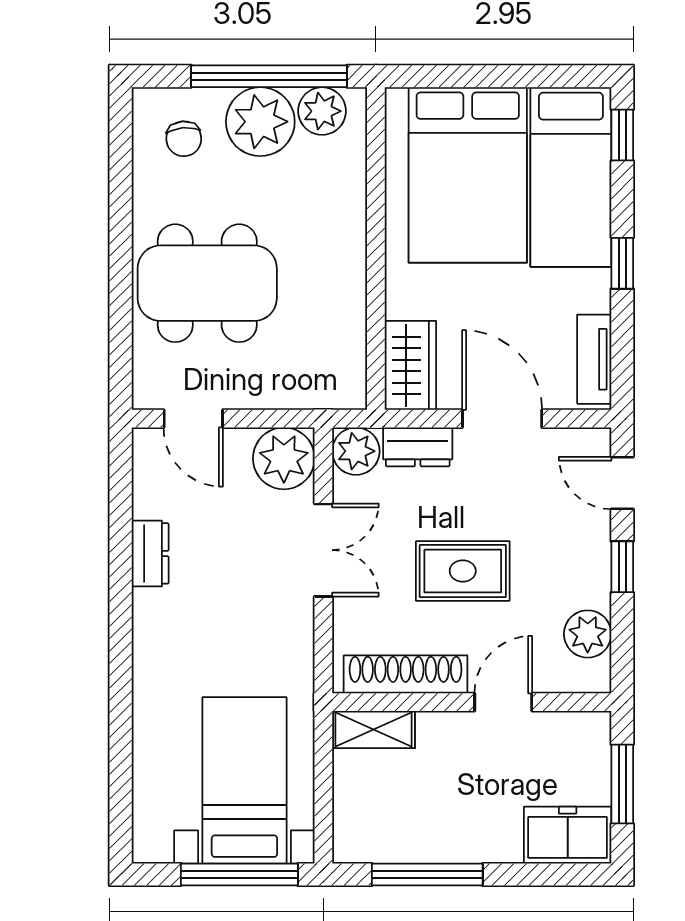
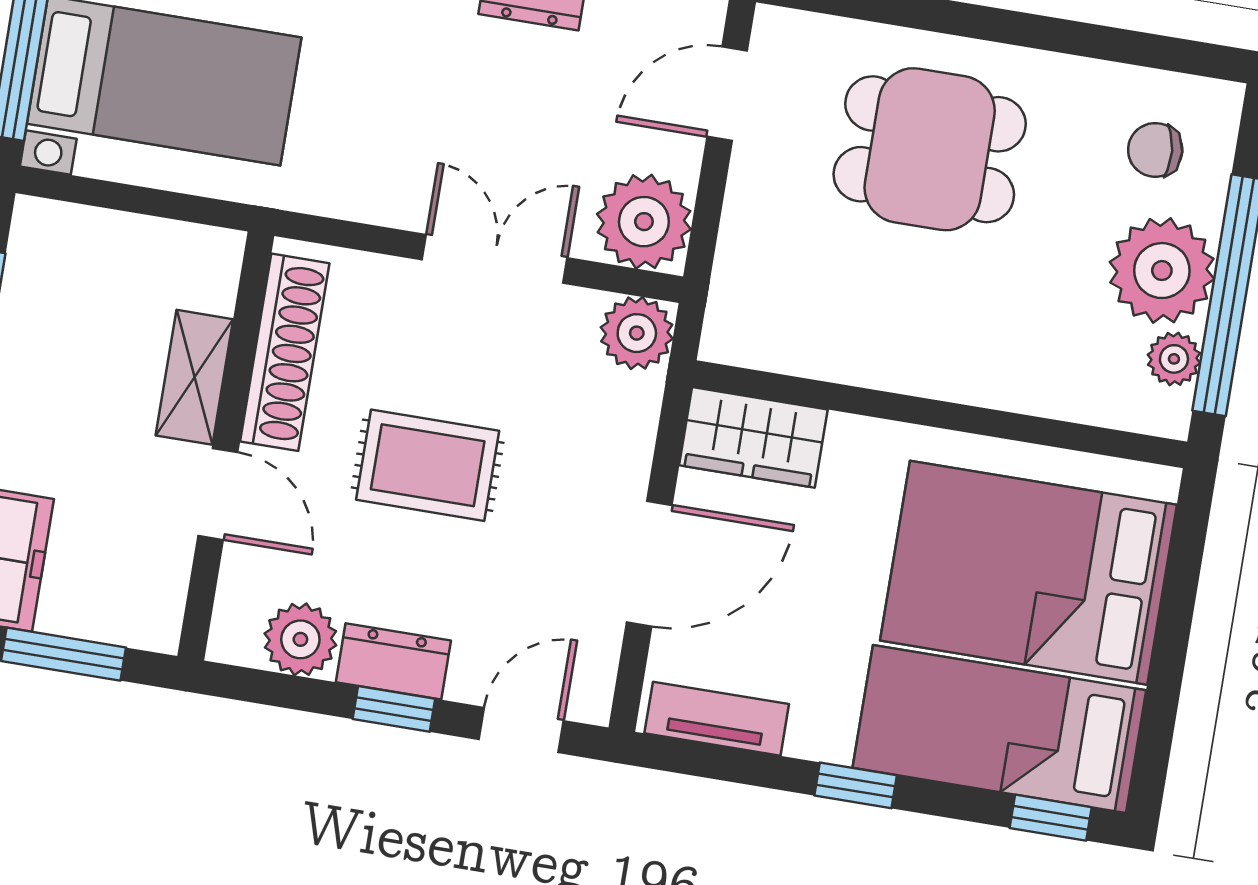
plant: (322, 111) -> (1174, 359), width x0.73, depth x0.73
dining table: (207, 283) -> (930, 149), width x0.73
dresser: (418, 447) -> (393, 661), moved, turned 90
double door: (323, 550) -> (495, 259), swing flipped
rug: (463, 571) -> (428, 465), turned 90
shelving: (374, 730) -> (194, 377), moved

